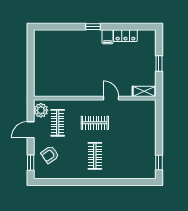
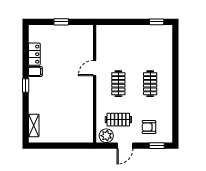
shelving: (144, 91) -> (34, 126), moved
door: (31, 130) -> (125, 146), hinge flipped
armchair: (50, 155) -> (149, 127), turned 125
clothes rail: (95, 156) -> (150, 84), turned 90

